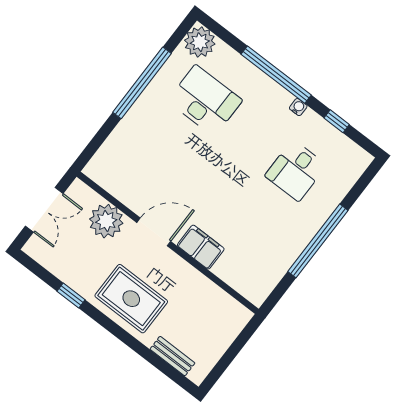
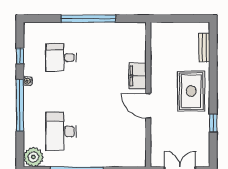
desk: (296, 170) -> (61, 58), turned 180
plant: (106, 221) -> (161, 134), removed

